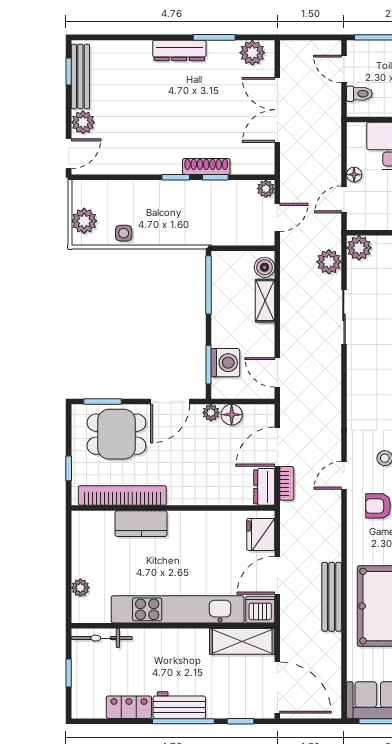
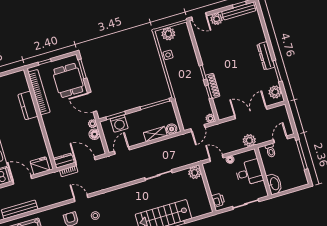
door: (277, 217) -> (198, 128), hinge flipped
plant: (329, 262) -> (249, 140), moved

